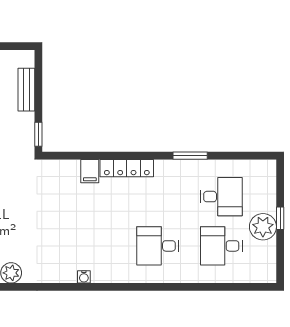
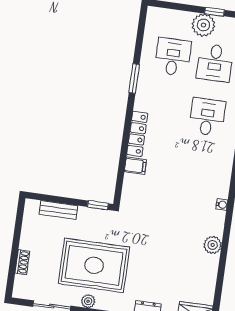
window: (280, 218) -> (215, 12), moved
desk: (158, 246) -> (207, 117), turned 180
water cooler: (84, 277) -> (222, 205), moved

